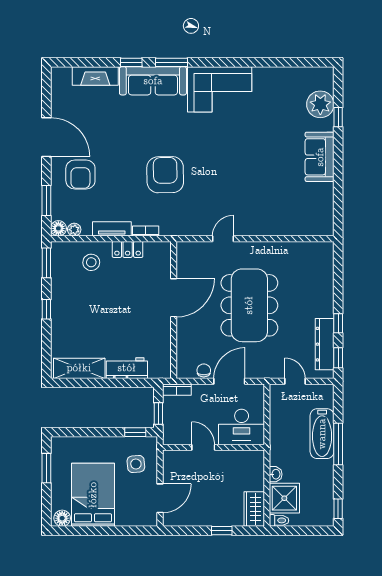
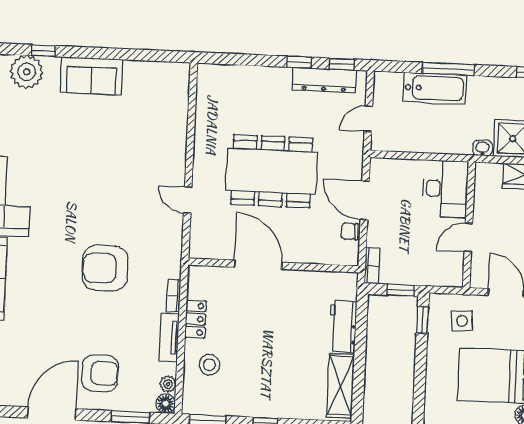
desk: (242, 427) -> (445, 189), moved
door: (203, 447) -> (468, 237), moved
wall: (213, 447) -> (469, 225), moved

